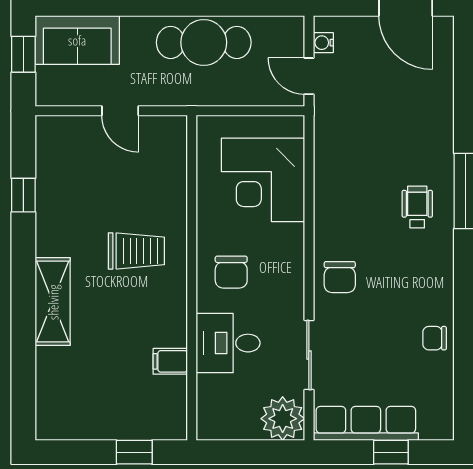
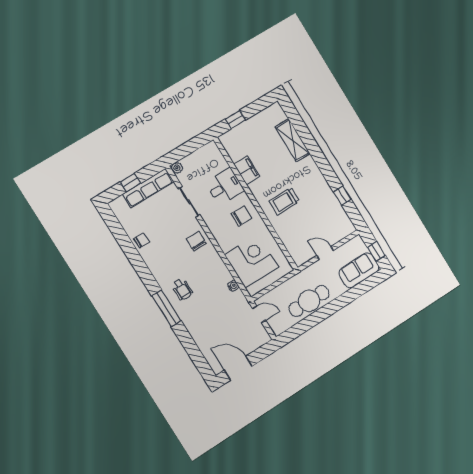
water cooler: (323, 43) -> (233, 286), moved
chair: (231, 272) -> (241, 216), turned 90
shelving: (53, 302) -> (293, 140), moved
filing cabinet: (170, 361) -> (247, 170), width x2.00
plant: (283, 419) -> (177, 168), width x0.53, depth x0.53

